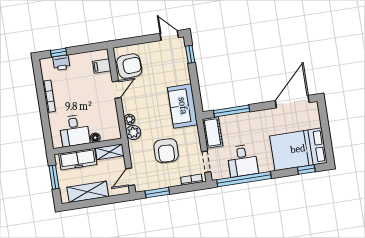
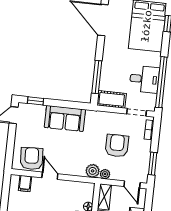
sofa: (183, 106) -> (65, 118), moved
plant: (129, 119) -> (105, 174), moved
armchair: (166, 151) -> (117, 146), turned -91

